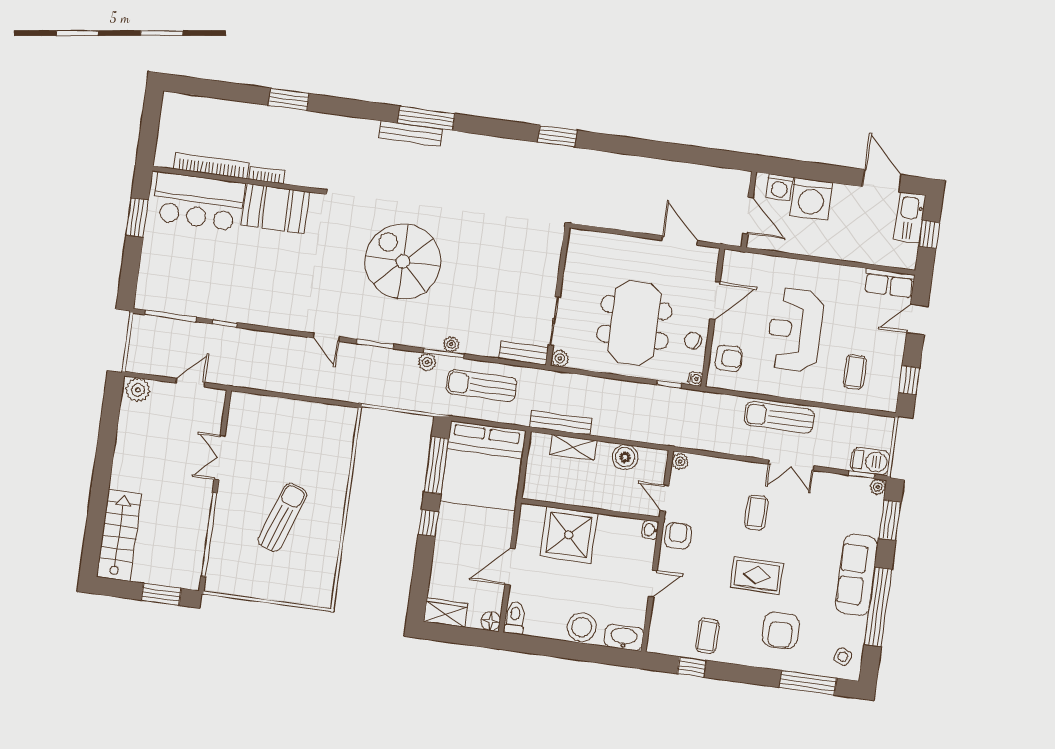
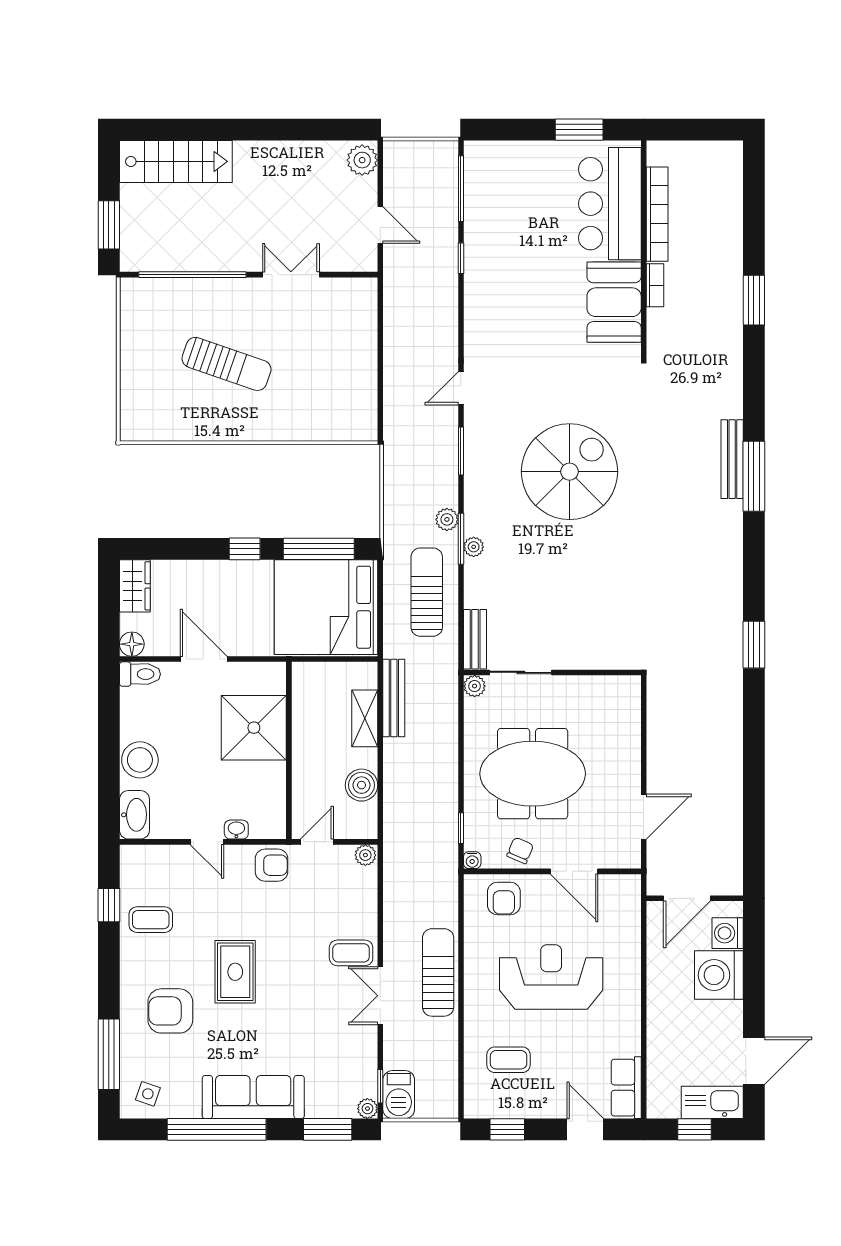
coffee table: (756, 513) -> (351, 953), moved
washbasin: (650, 530) -> (236, 830), moved

